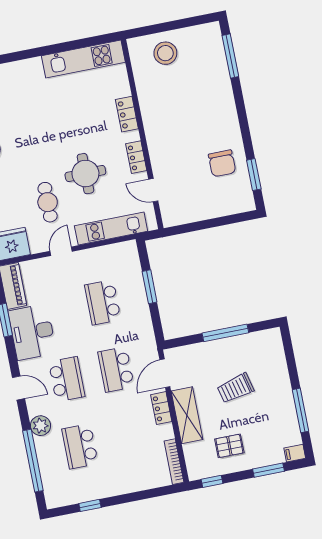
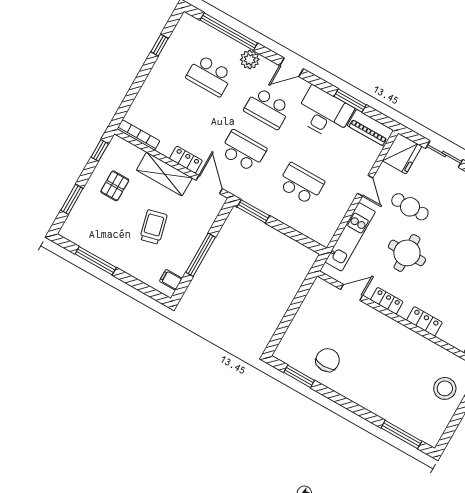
chair: (222, 163) -> (328, 360), turned 90
window: (150, 287) -> (253, 211), moved
school desk: (80, 446) -> (209, 75), turned 180
filing cabinet: (295, 453) -> (171, 280), moved, turned -90

